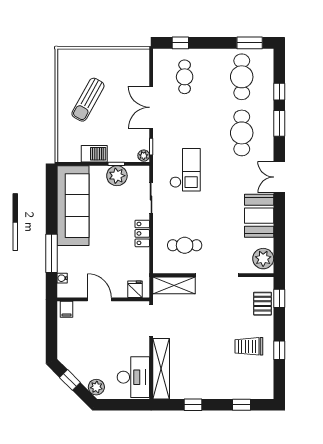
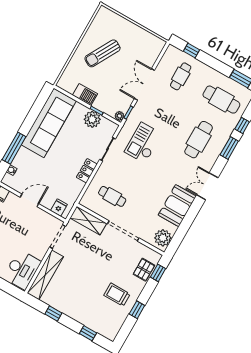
cafe table: (242, 77) -> (221, 100), turned 90
checkout: (185, 170) -> (143, 143), turned 180
door: (99, 299) -> (29, 200), hinge flipped

